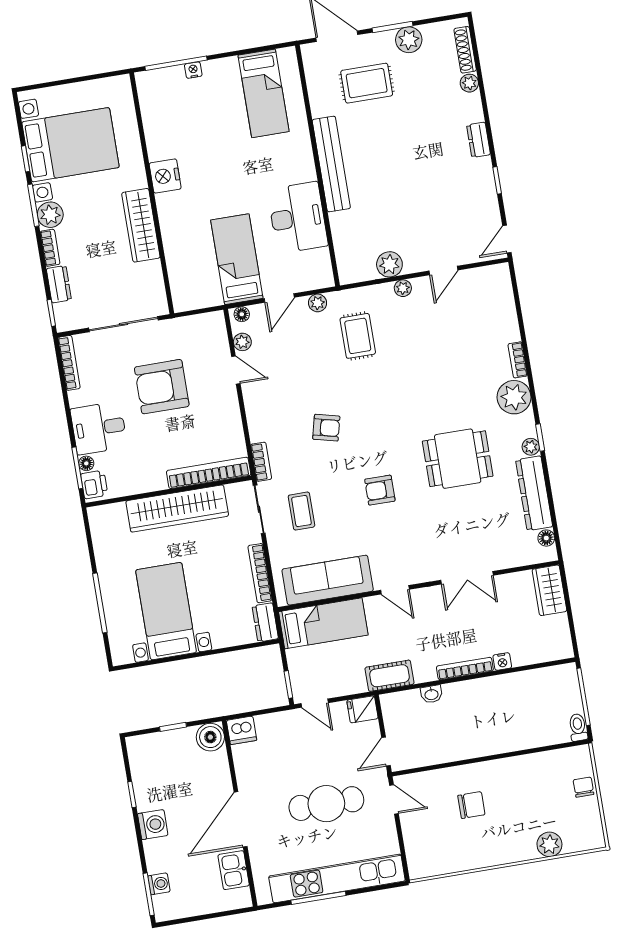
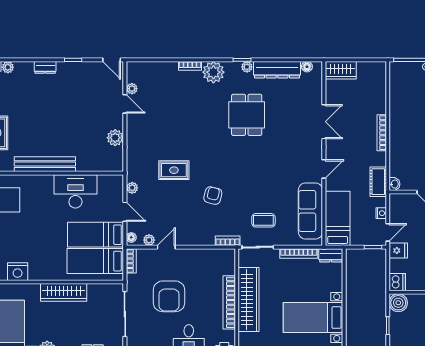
nightstand: (165, 176) -> (18, 272), moved
bed: (197, 266) -> (95, 261), added
plant: (403, 288) -> (132, 89), moved
bookcase: (206, 320) -> (131, 261), added
rug: (358, 336) -> (174, 170), moved
bookcase: (209, 473) -> (229, 302), moved
armchair: (380, 490) -> (258, 168), removed
nightstand: (502, 662) -> (381, 213), moved
washbasin: (431, 694) -> (394, 184), moved
fridge: (362, 709) -> (398, 250), moved, turned -90

